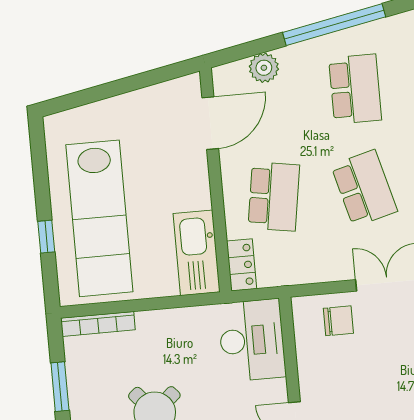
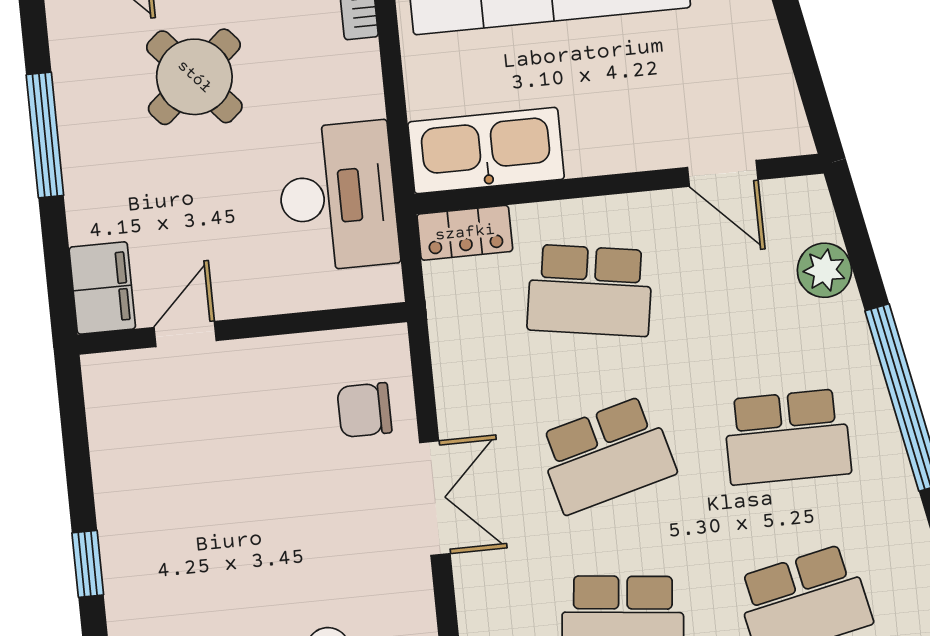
door: (210, 123) -> (723, 173), width x0.73
chair: (338, 321) -> (364, 410), turned 90
desk: (252, 340) -> (338, 196), moved, turned -90

